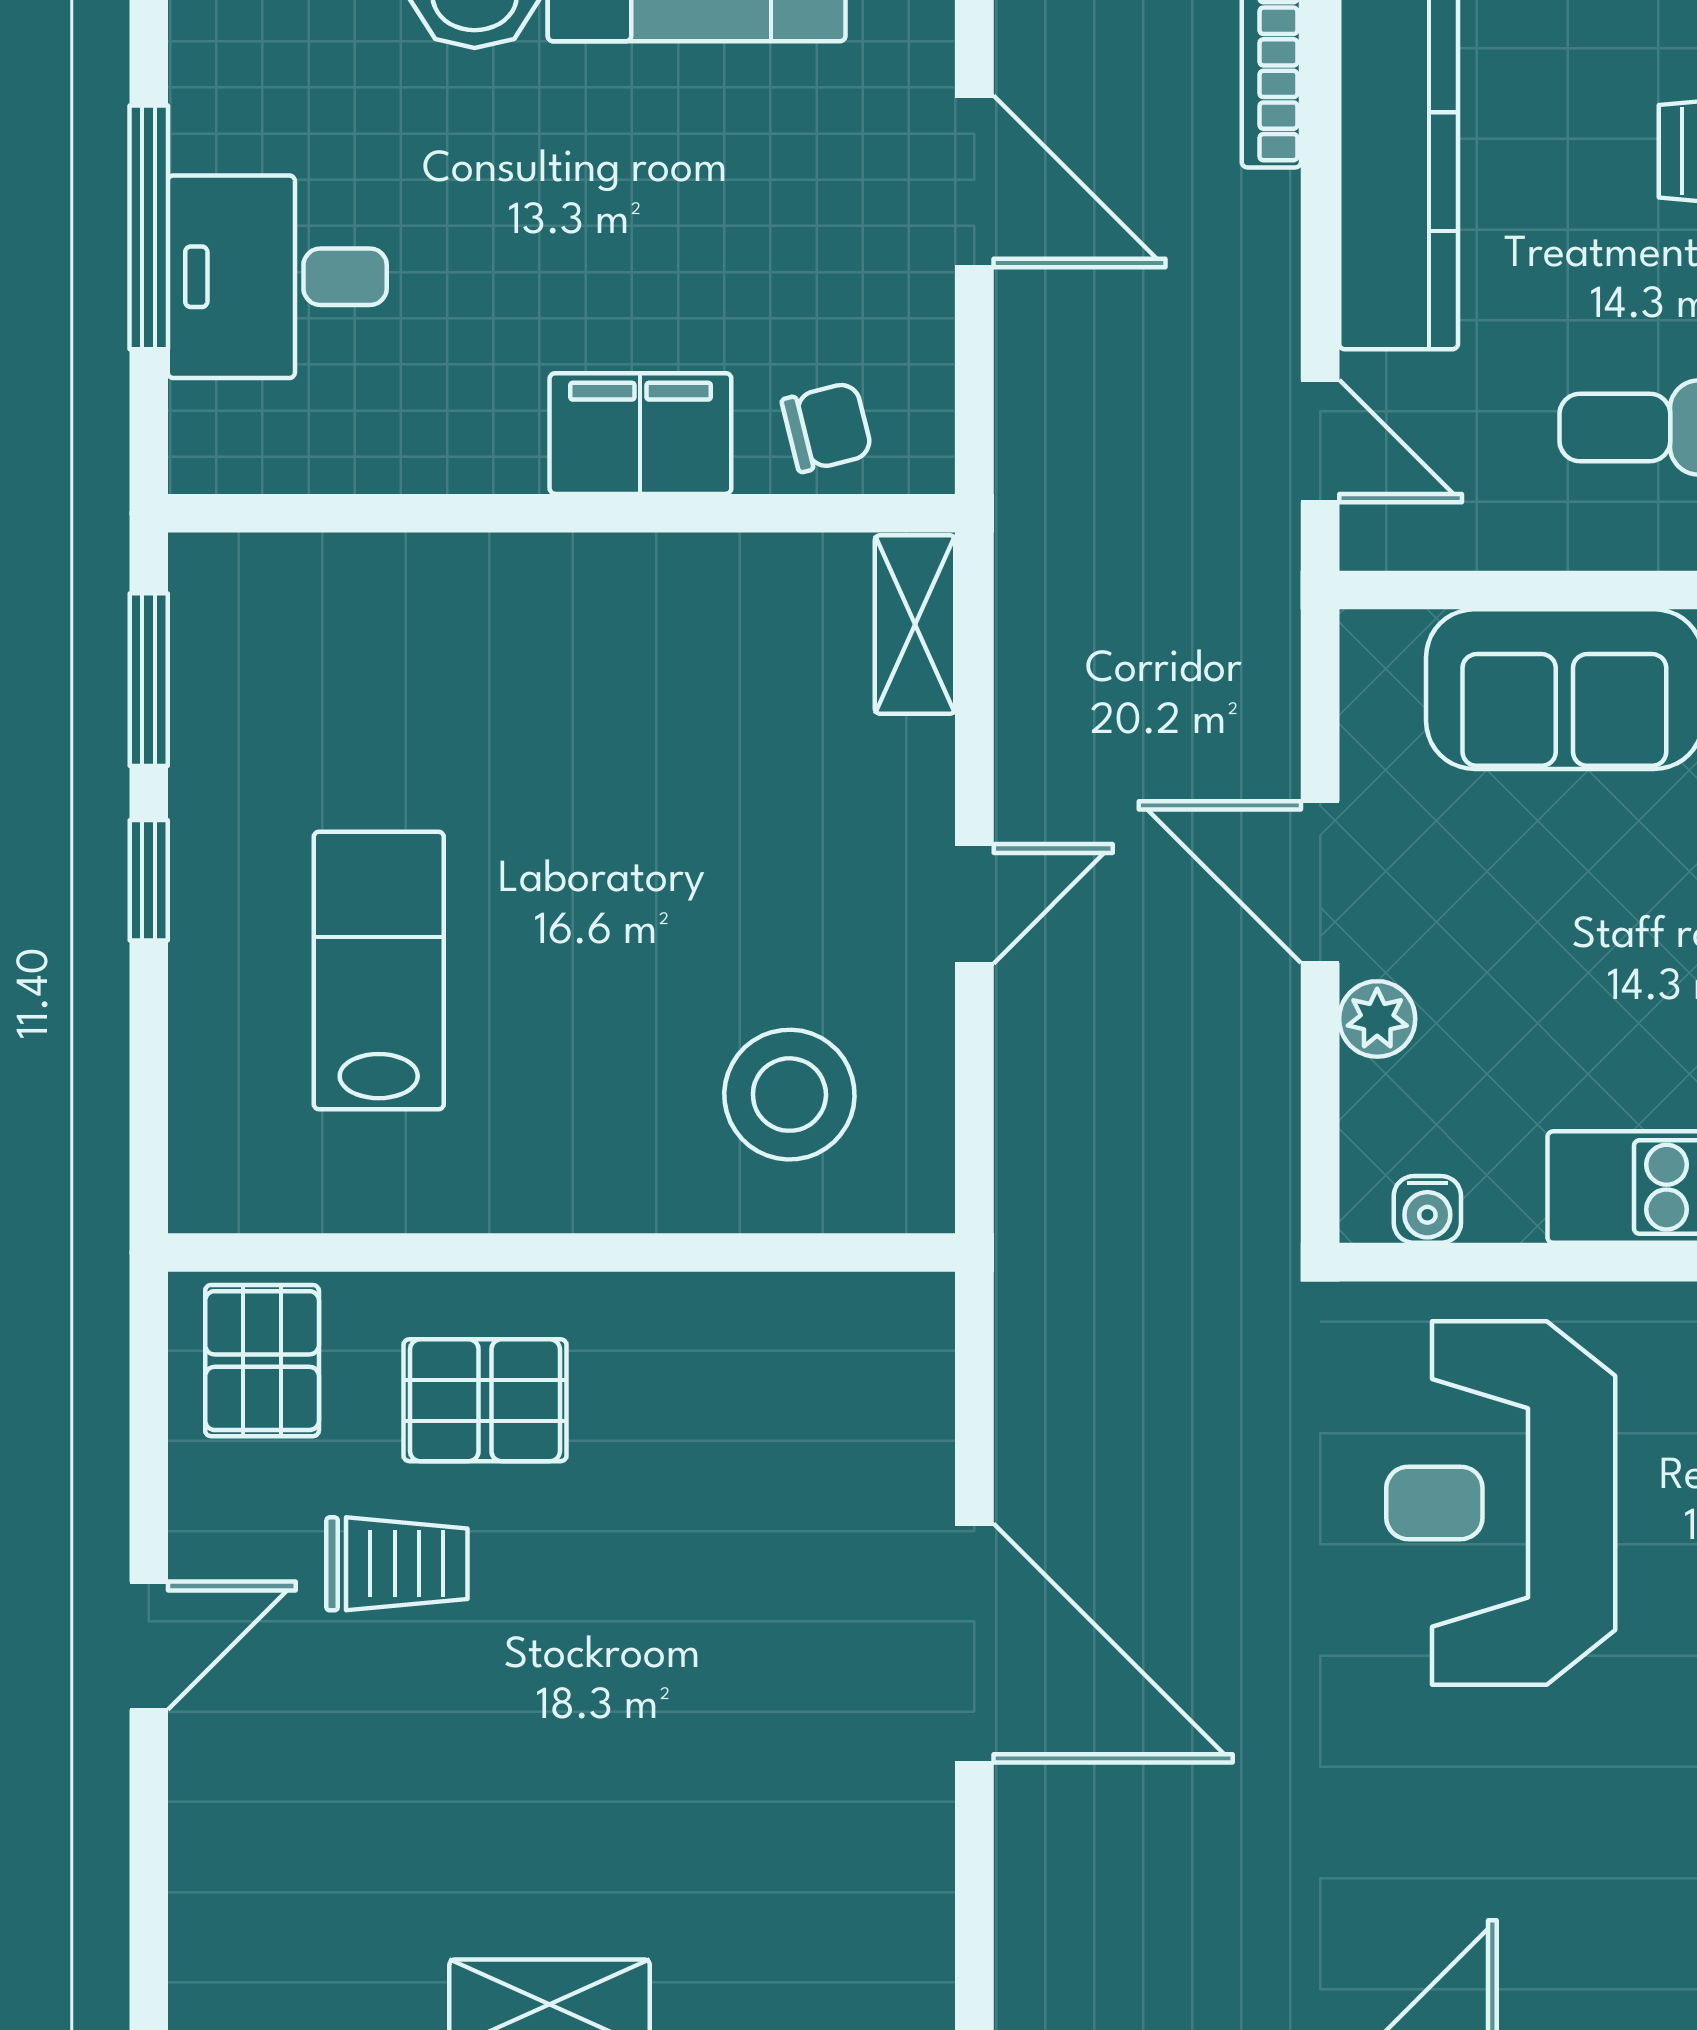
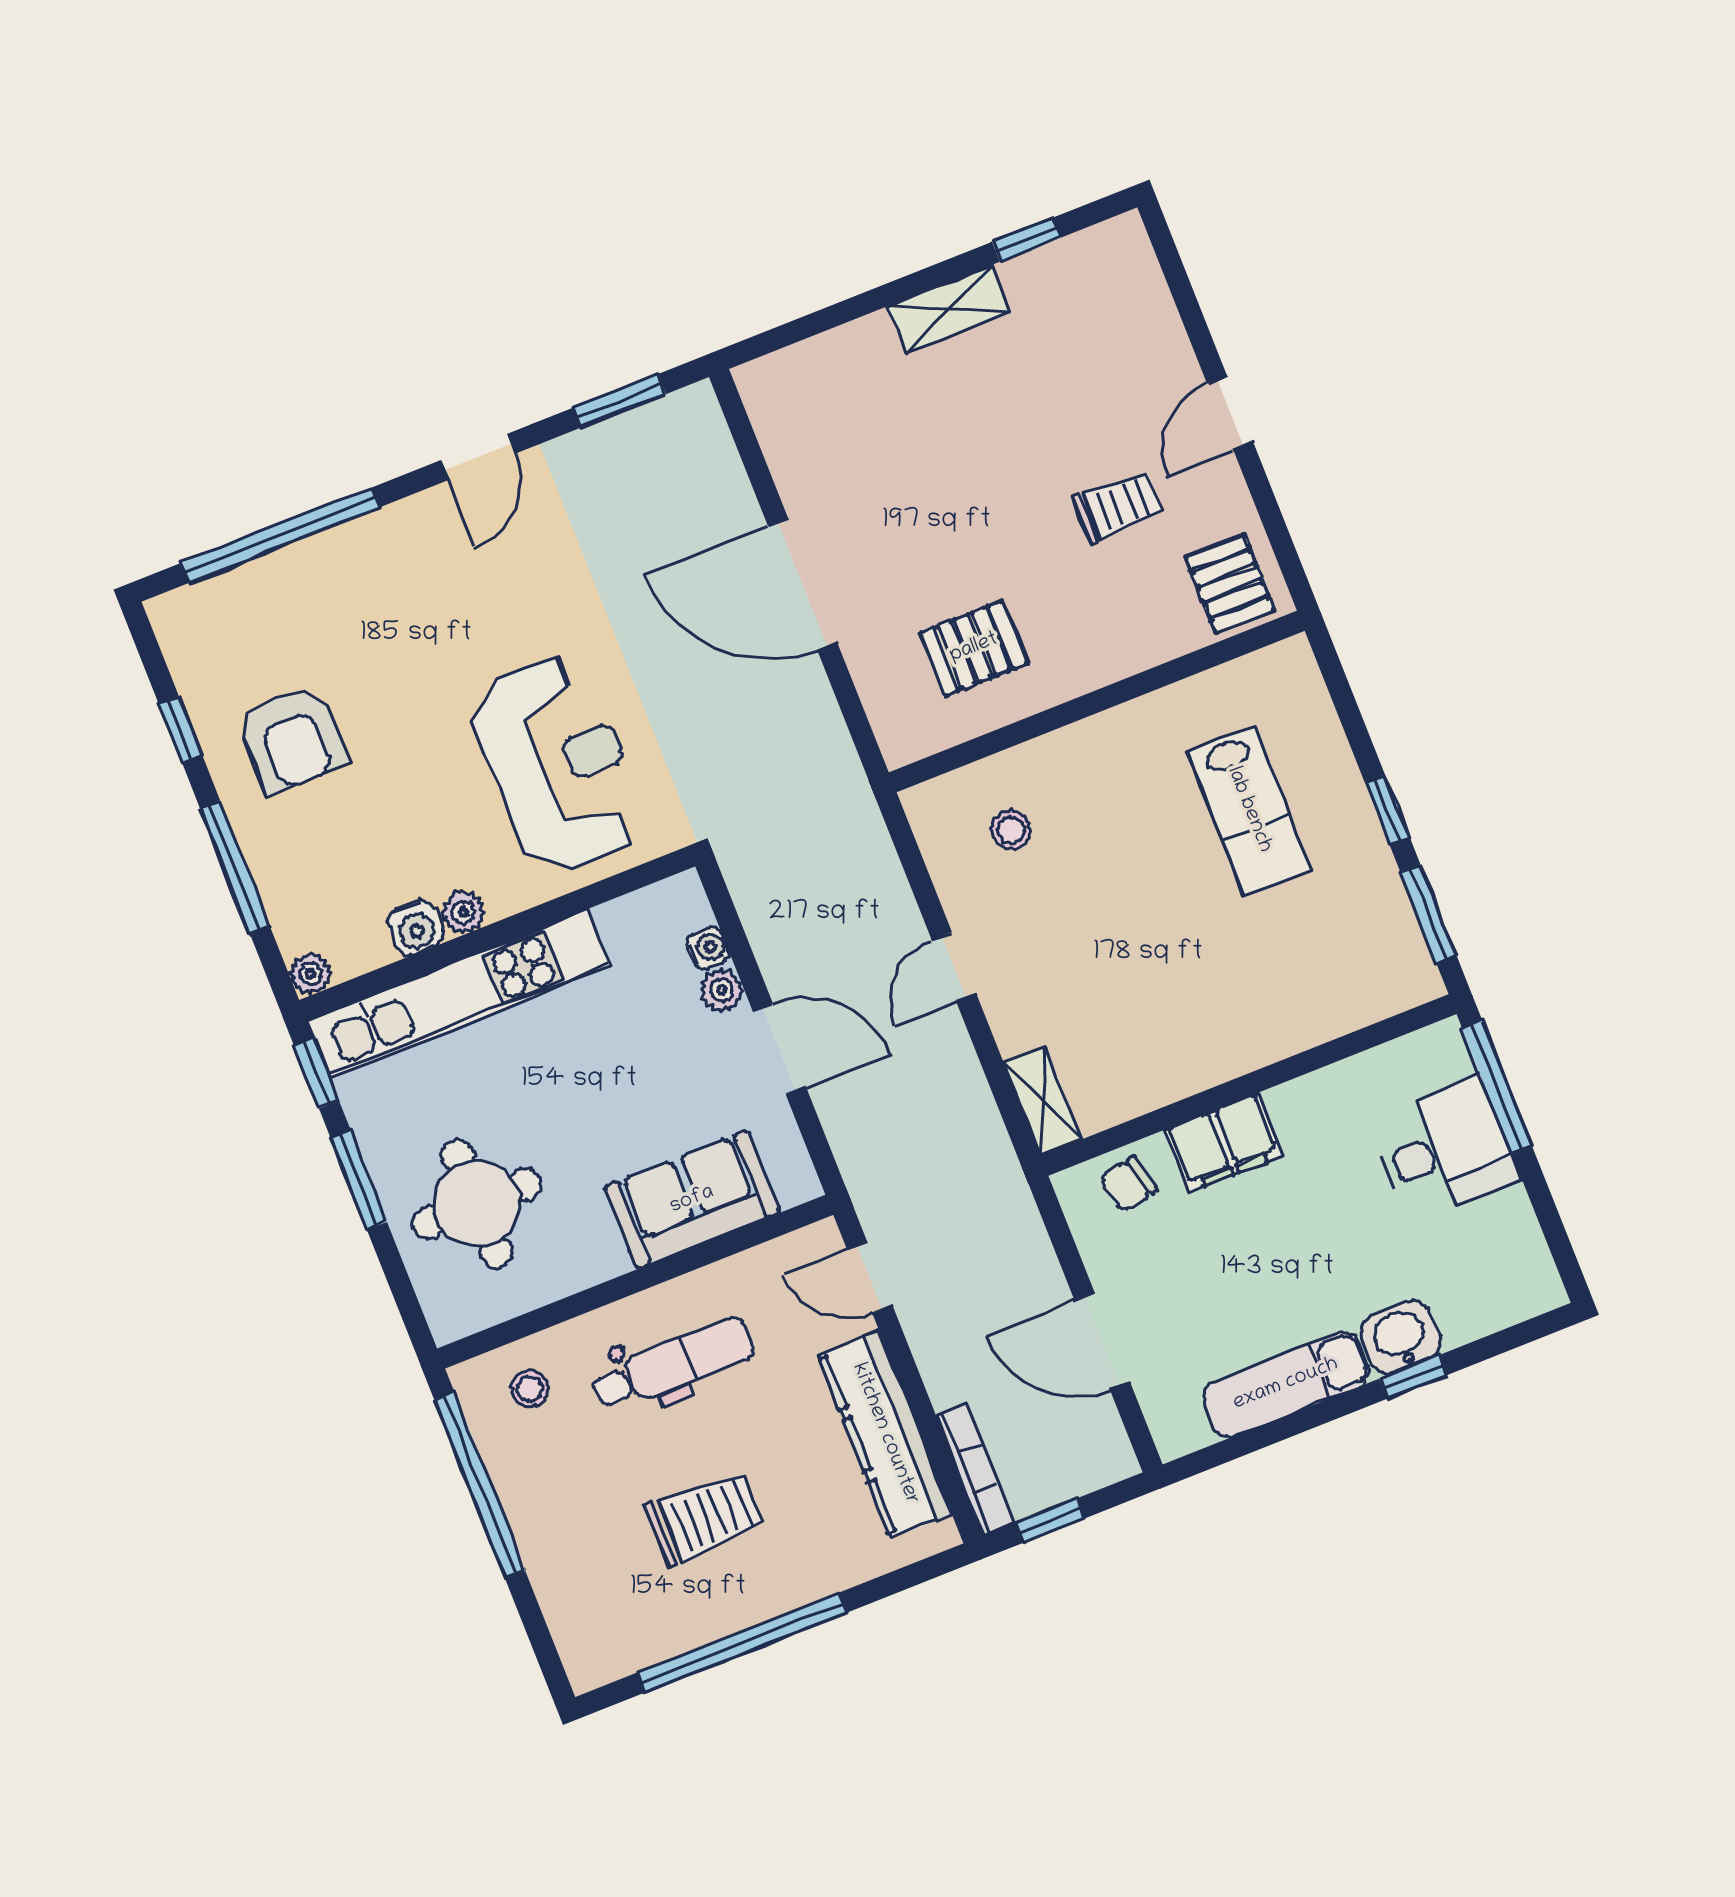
window: (149, 227) -> (1497, 1087), moved
stool: (789, 1095) -> (1011, 830), width x0.53, depth x0.53
water cooler: (1427, 1209) -> (708, 948), moved, turned 90
pallet: (485, 1400) -> (974, 648), moved
trolley: (397, 1564) -> (1118, 506), turned 180

